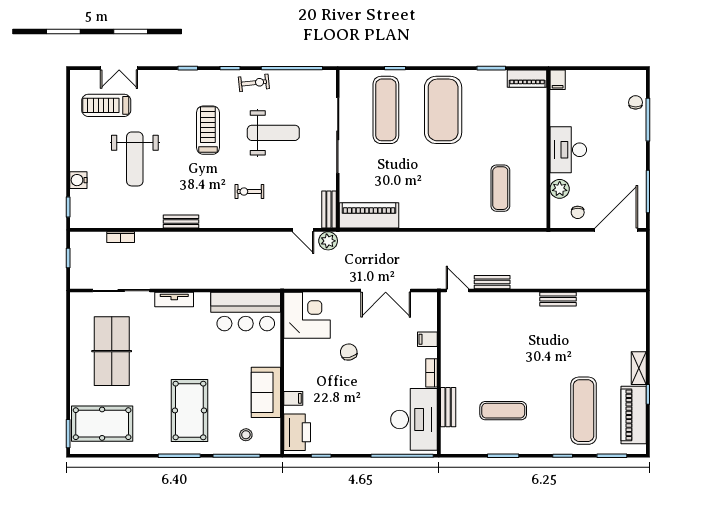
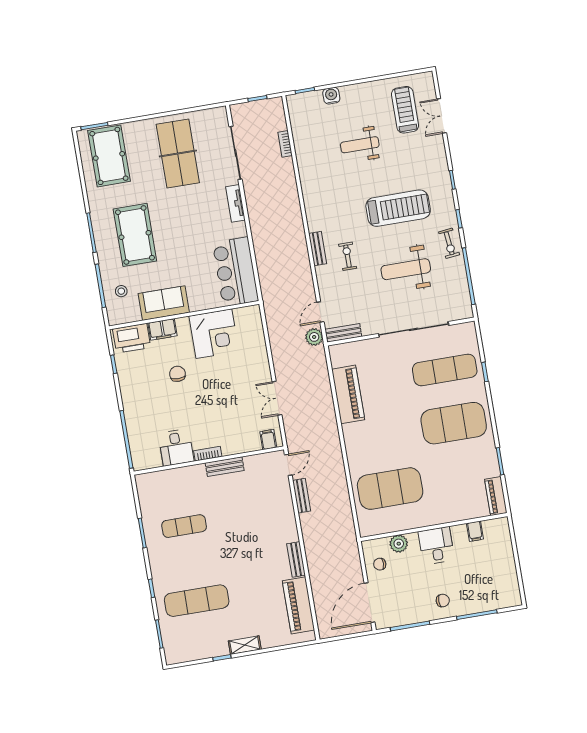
filing cabinet: (558, 80) -> (475, 531), moved, turned -90
chair: (636, 102) -> (443, 601), moved
treadmill: (208, 130) -> (398, 208), width x1.37, depth x1.38
weight bench: (273, 133) -> (406, 269), turned 90
desk: (568, 150) -> (436, 546), width x0.73
weight bench: (135, 159) -> (360, 145), width x0.73, depth x0.75
exercise mat: (500, 188) -> (390, 489), width x2.00, depth x1.45
piano: (369, 215) -> (348, 394), moved
bench: (181, 222) -> (318, 249), moved
door: (616, 230) -> (370, 603), swing flipped
double door: (386, 291) -> (277, 398), width x0.73
corner desk: (307, 315) -> (214, 334), moved
filing cabinet: (427, 339) -> (268, 439), moved
table tennis table: (112, 351) -> (178, 154), turned 90
chair: (349, 352) -> (177, 374), moved, turned -75
filing cabinet: (293, 398) -> (162, 329), width x2.00
bench: (448, 407) -> (225, 467), moved
pool table: (189, 410) -> (135, 235), turned 90
exercise mat: (503, 411) -> (184, 526), turned 90
piano: (634, 415) -> (298, 605), moved, turned -90
desk: (414, 419) -> (176, 447), width x0.53, depth x0.77

